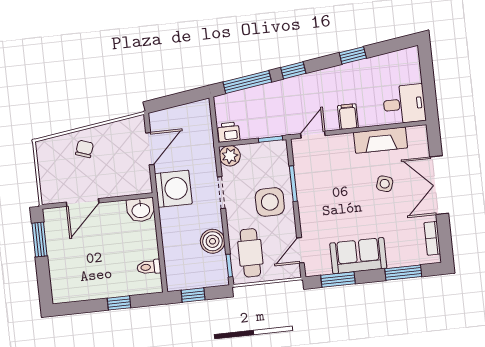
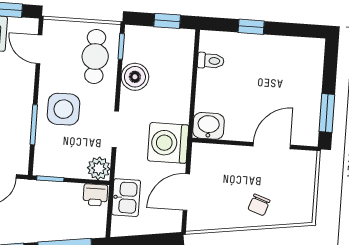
kitchen sink: (201, 135) -> (126, 198), added
door: (300, 250) -> (39, 49), swing flipped

